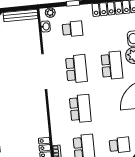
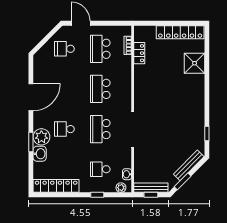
window: (20, 8) -> (151, 195), added
school desk: (112, 65) -> (64, 129), width x0.54

